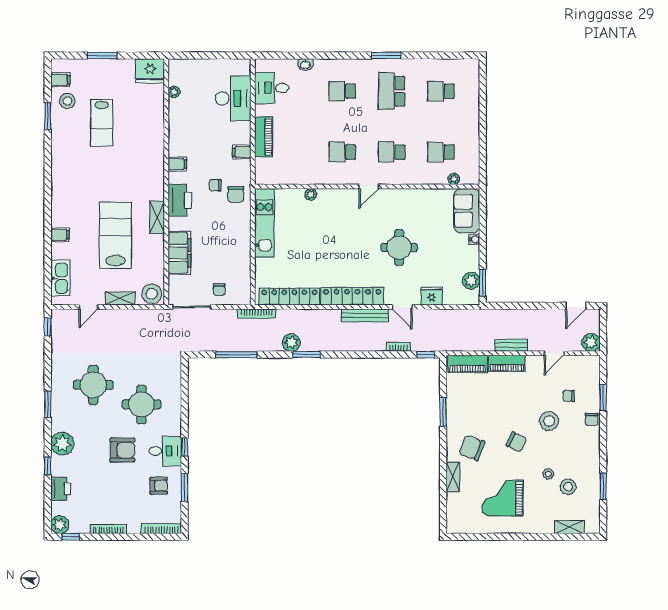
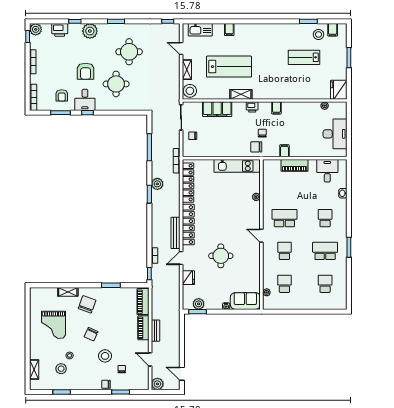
desk: (233, 98) -> (335, 134), moved, turned -90
school desk: (343, 152) -> (284, 218), width x1.85
printer: (180, 200) -> (252, 107), width x0.53, depth x0.68
grand piano: (503, 498) -> (53, 325), turned 180

